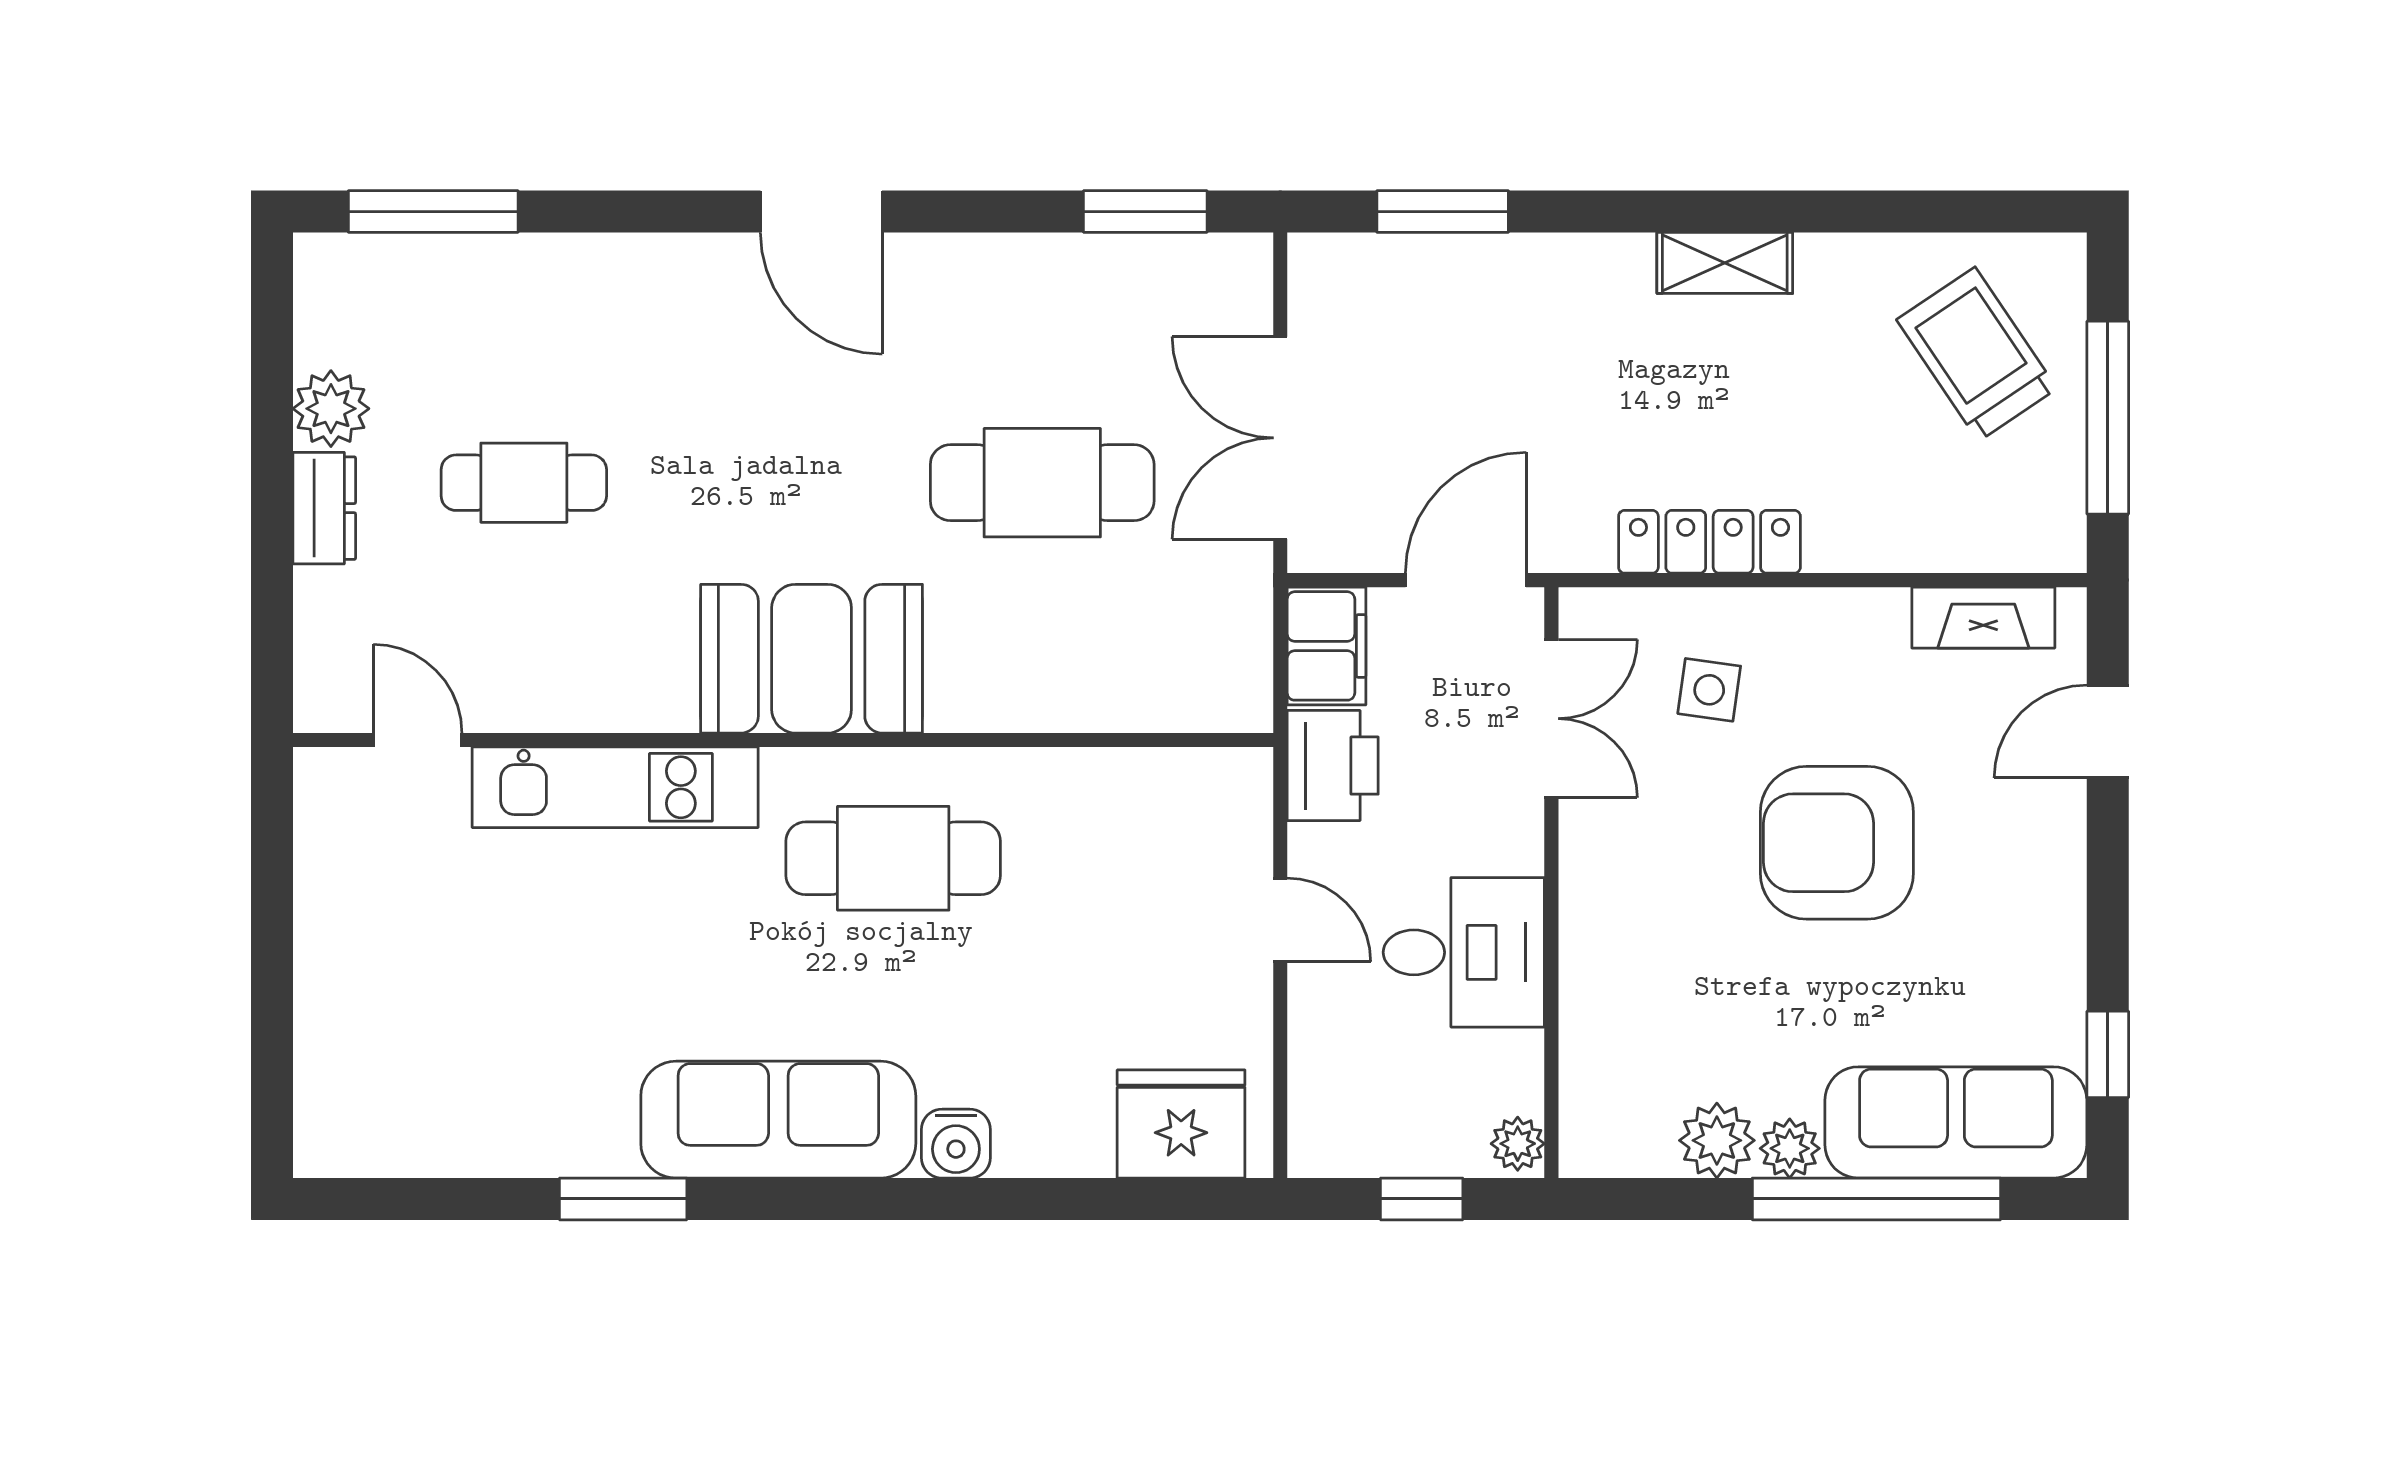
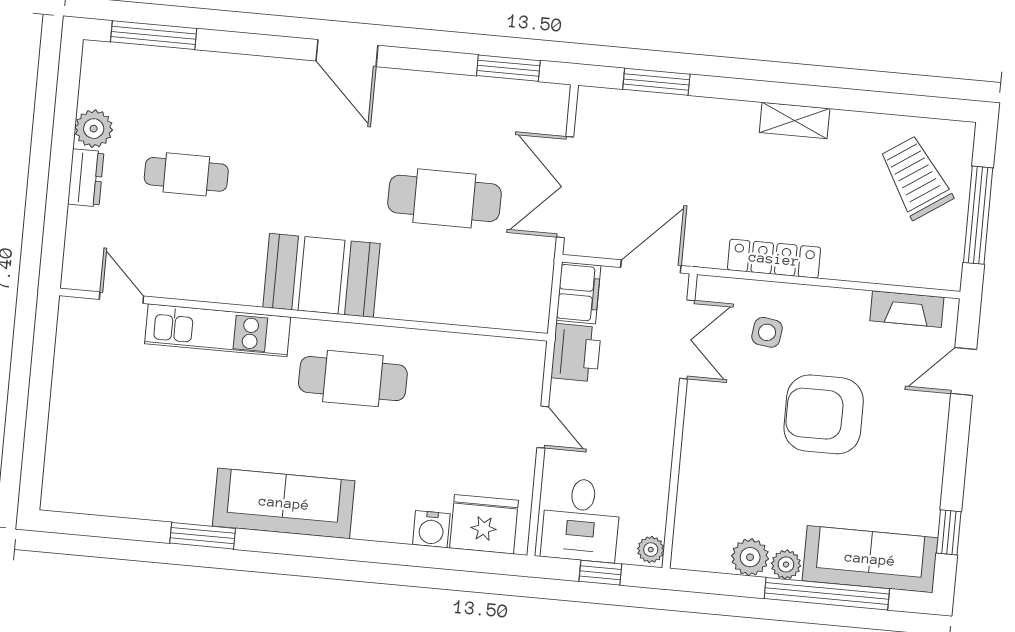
desk: (1464, 952) -> (581, 520), moved, turned 90
water cooler: (956, 1144) -> (431, 529), moved

